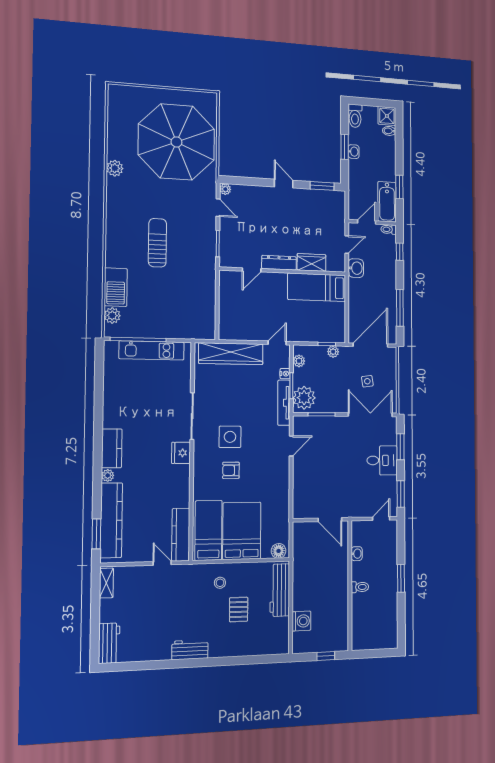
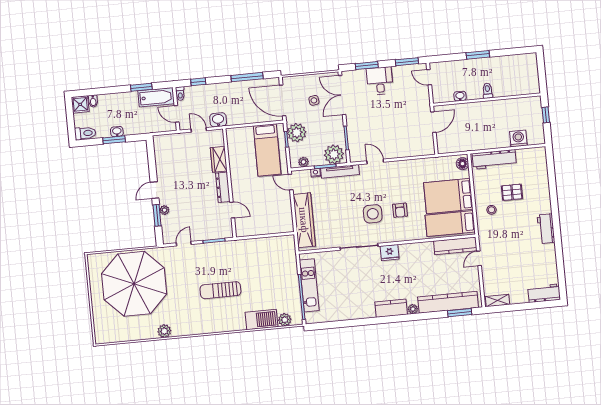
window: (322, 186) -> (157, 215), moved
plant: (225, 189) -> (164, 210), moved
bed: (317, 287) -> (267, 150), moved
plant: (333, 352) -> (297, 133), width x1.88, depth x1.88

